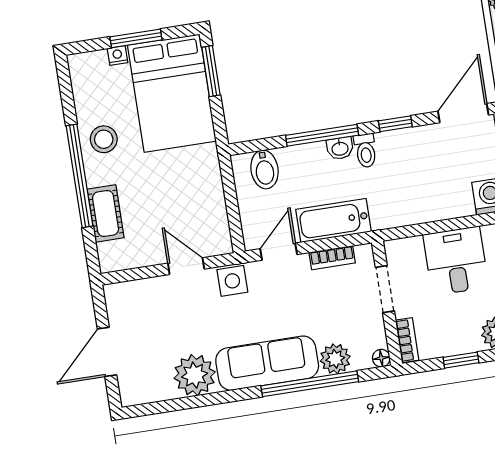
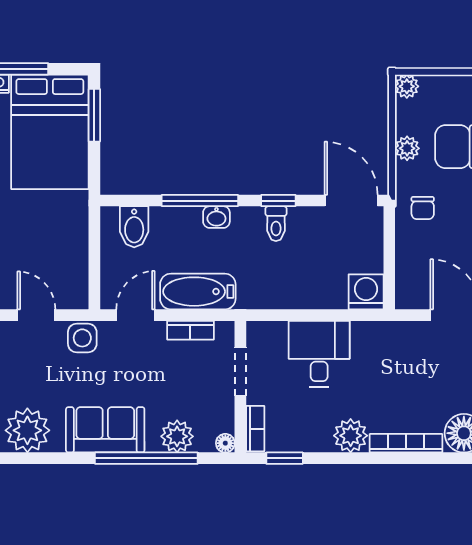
door: (463, 113) -> (351, 201), hinge flipped
toilet: (365, 151) -> (276, 224), moved
window: (461, 360) -> (285, 458), moved
sofa: (267, 363) -> (105, 430), width x0.73

